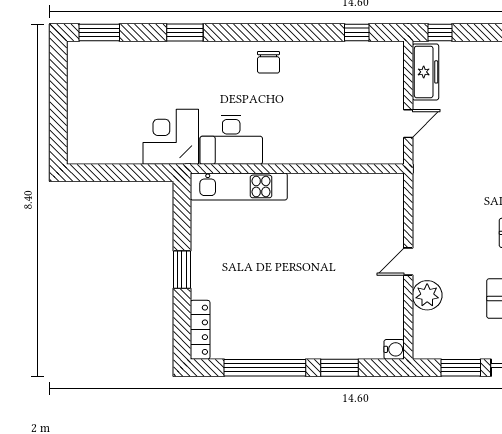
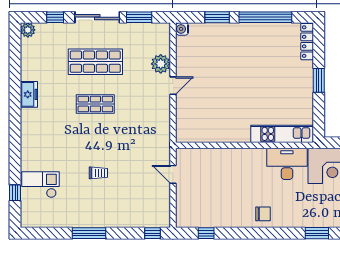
chair: (268, 62) -> (263, 214), turned 90
freezer: (425, 72) -> (162, 208), removed
door: (408, 124) -> (173, 174), hinge flipped

